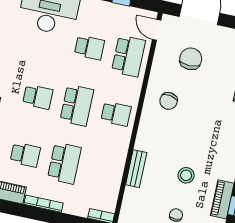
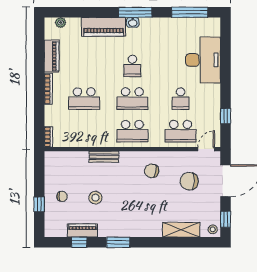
chair: (191, 59) -> (189, 181), turned 180
school desk: (116, 114) -> (132, 131), width x1.85
school desk: (25, 155) -> (84, 66), removed
bench: (136, 169) -> (104, 157), moved

